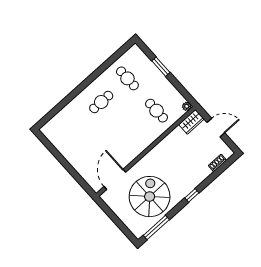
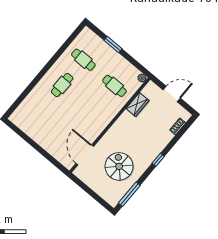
wardrobe: (191, 122) -> (137, 104), moved
spiral stairs: (150, 197) -> (119, 166), width x0.73, depth x0.73

